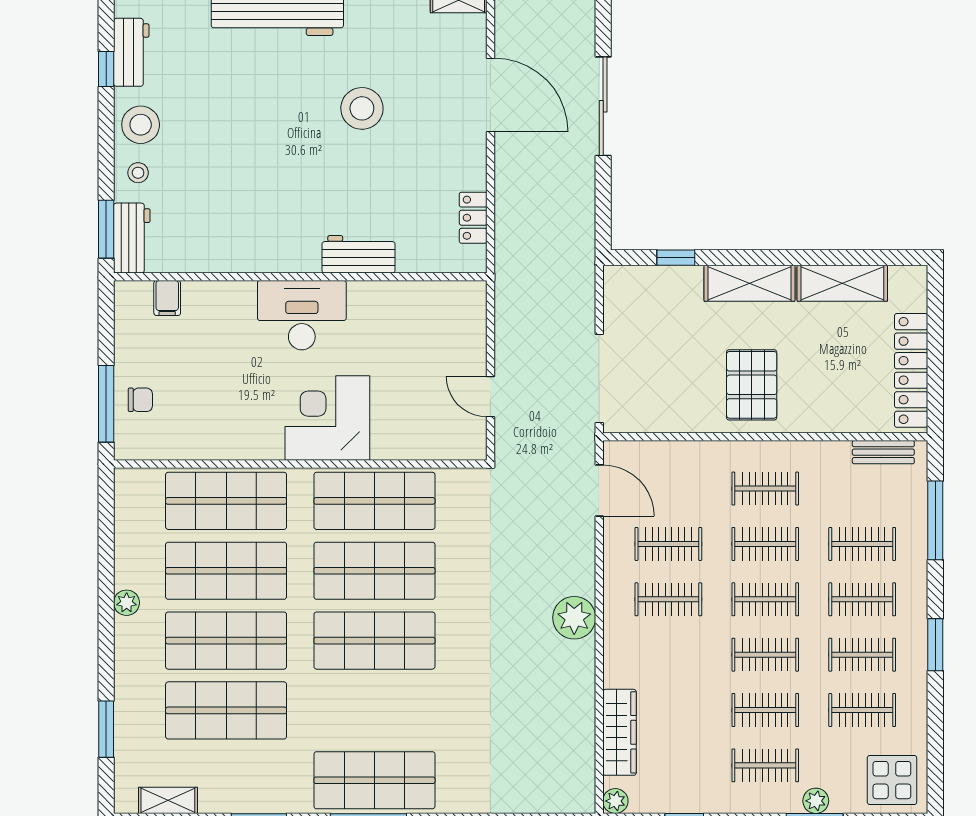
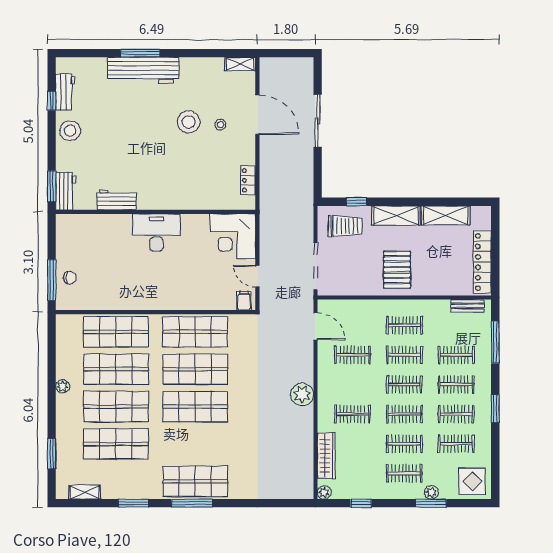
stool: (138, 173) -> (221, 125), moved
workbench: (359, 254) -> (116, 200), moved
filing cabinet: (167, 298) -> (244, 301), moved, turned 180
trolley: (654, 303) -> (345, 226), added
corner desk: (327, 418) -> (233, 237), moved, turned -90
clothes rail: (668, 599) -> (352, 414), moved

